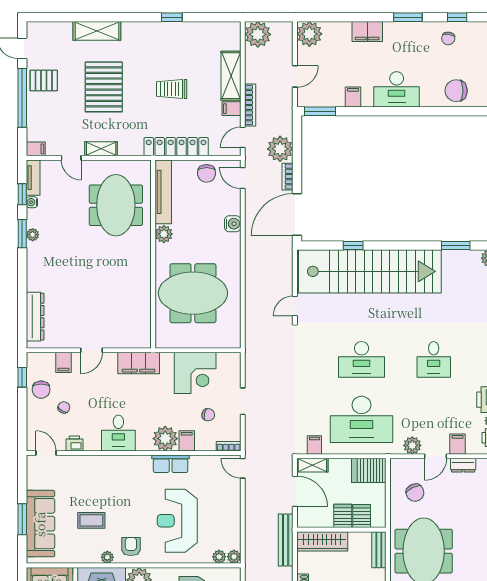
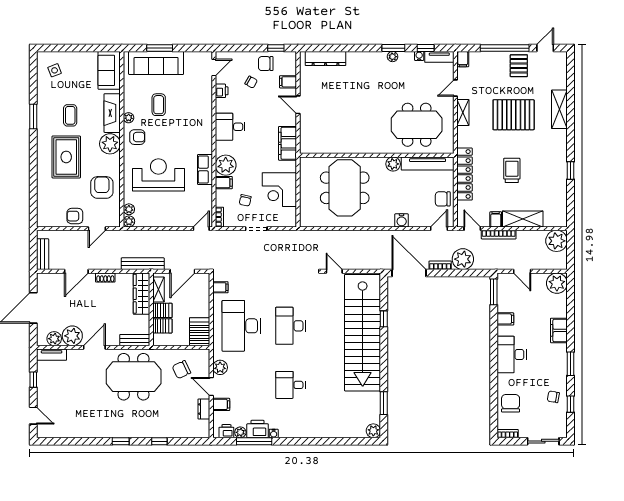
shelving: (312, 465) -> (158, 289), moved

